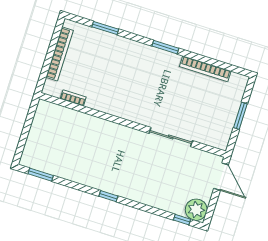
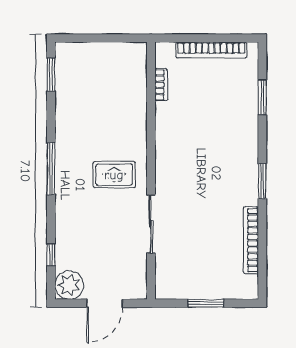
rug: (127, 152) -> (114, 175), added
door: (221, 177) -> (105, 303), moved
window: (108, 196) -> (51, 169), width x2.17
window: (182, 220) -> (51, 255), moved

